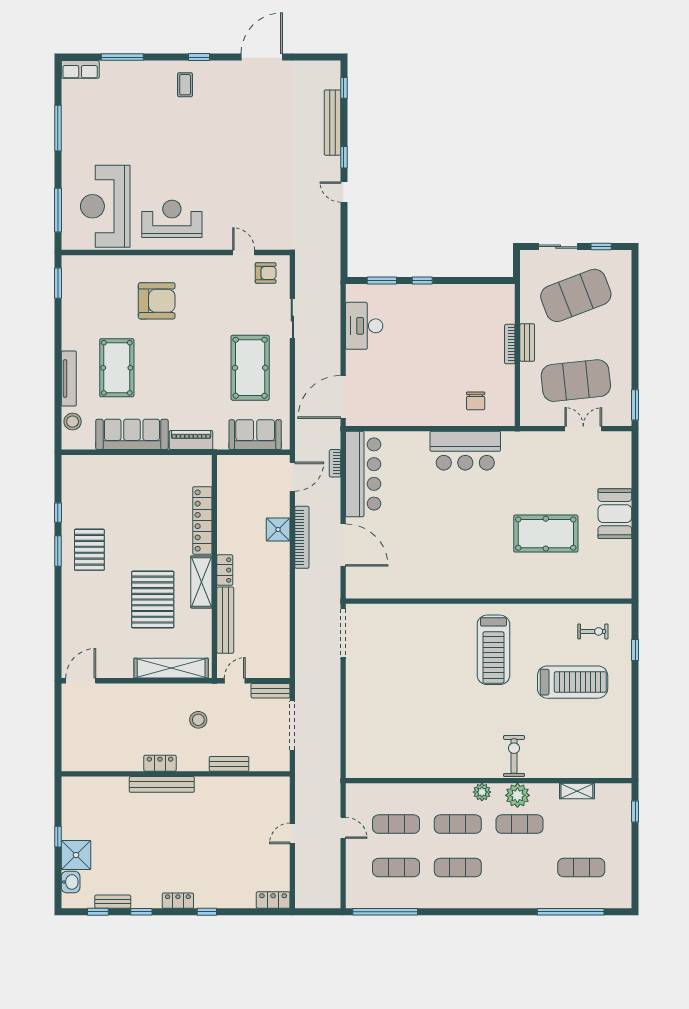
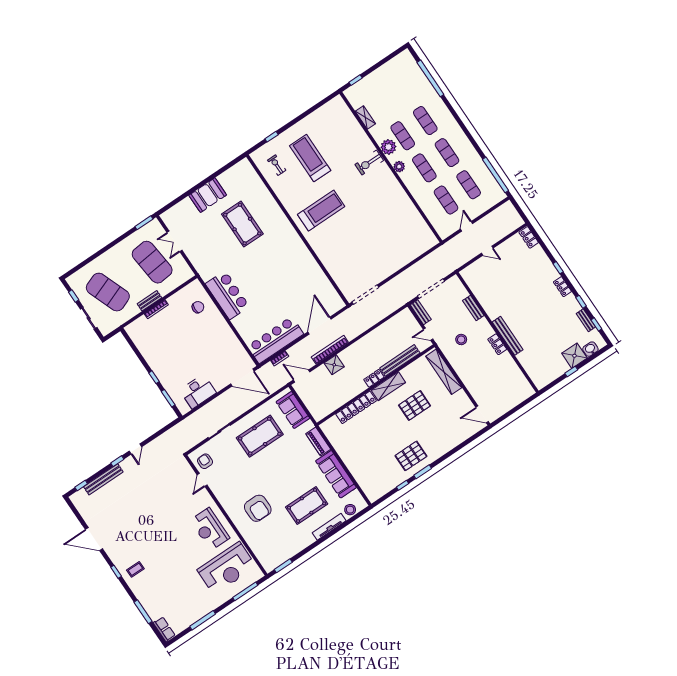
armchair: (157, 301) -> (258, 508), turned 180
pallet: (153, 600) -> (415, 405), width x0.73, depth x0.71
exercise mat: (581, 868) -> (425, 121), moved

